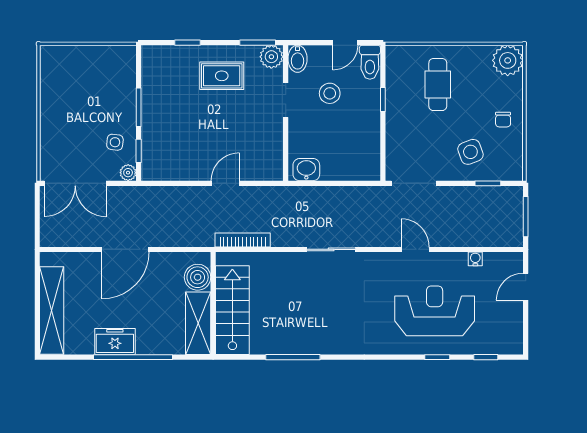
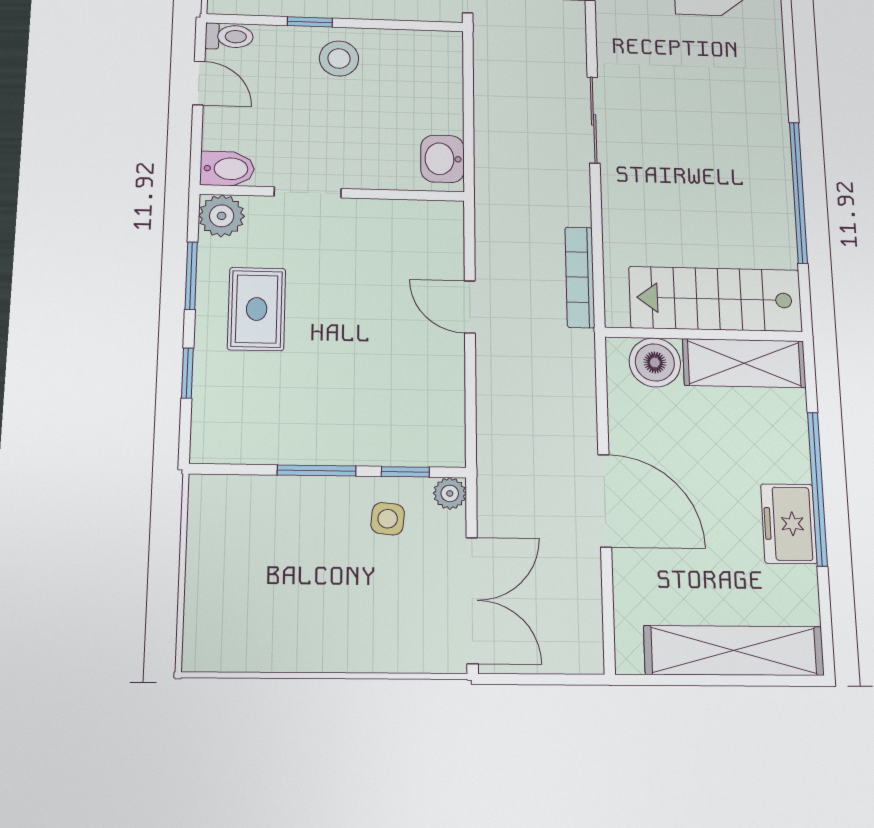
window: (258, 43) -> (191, 276), moved
toilet: (370, 62) -> (229, 36), width x0.73, depth x0.72
stool: (330, 93) -> (339, 59), moved
window: (293, 357) -> (798, 192), width x1.46

